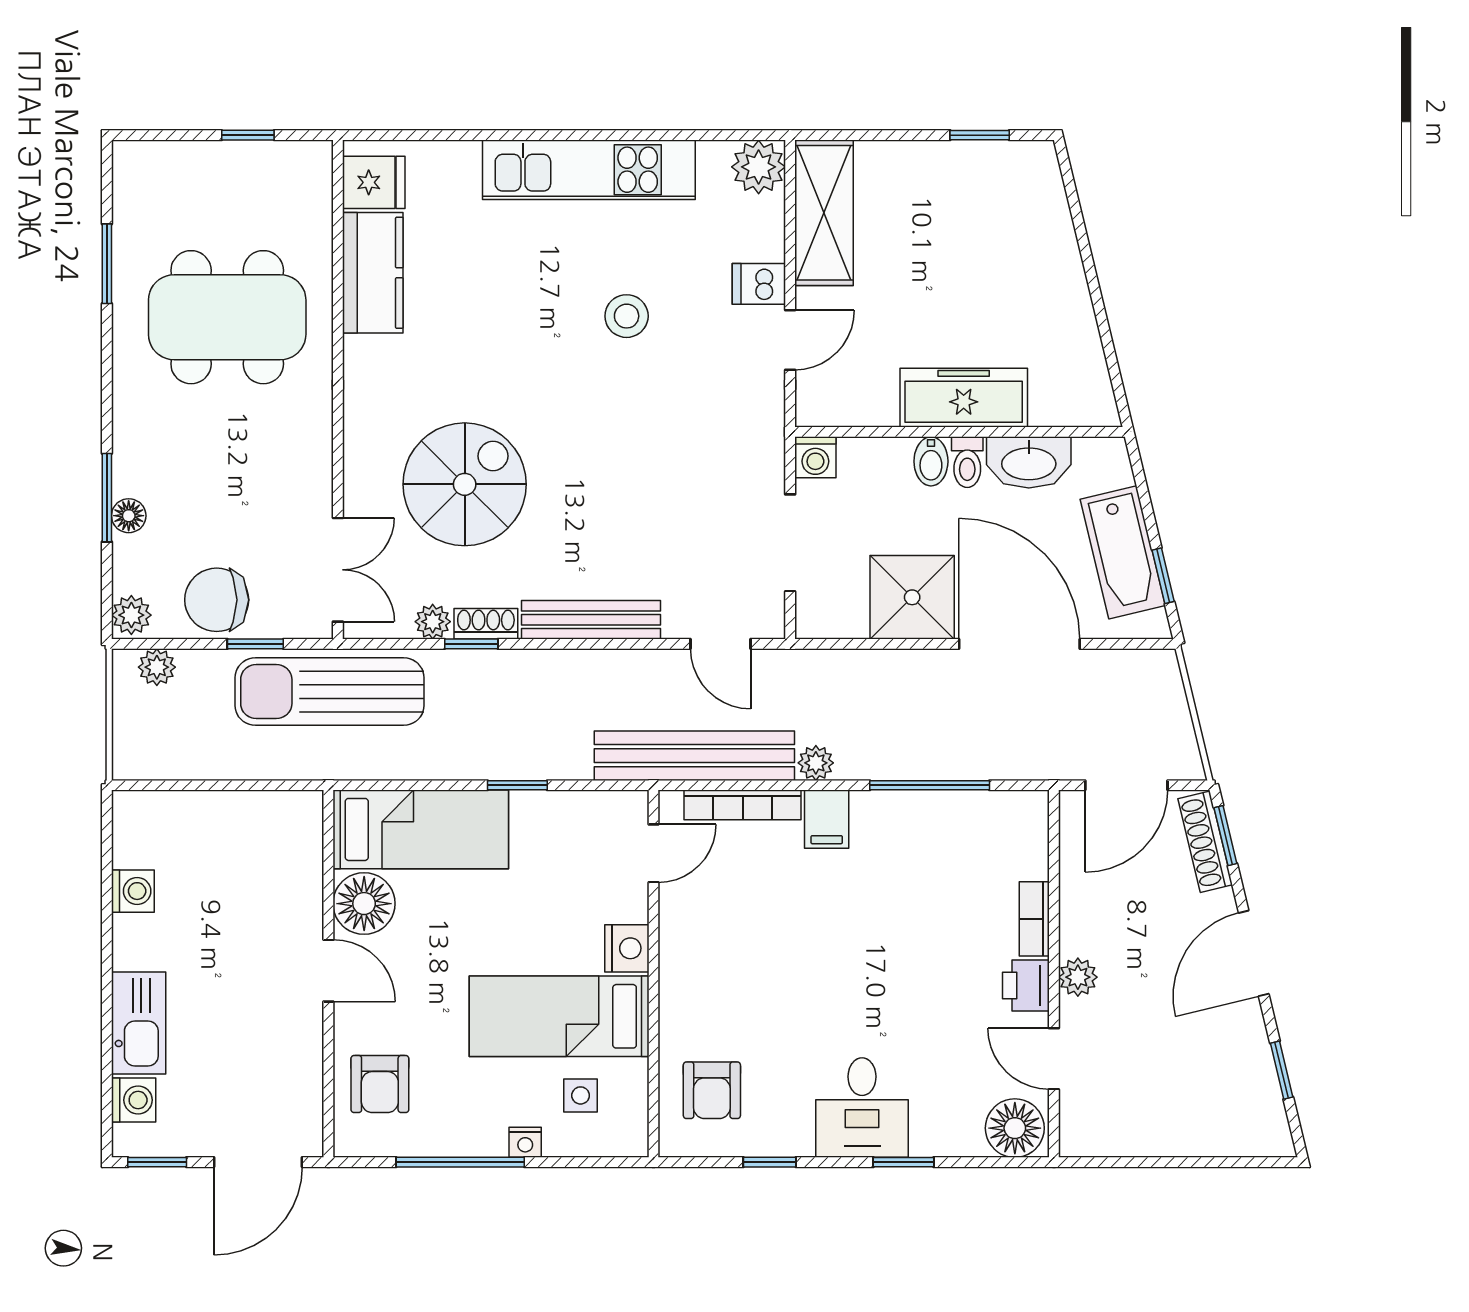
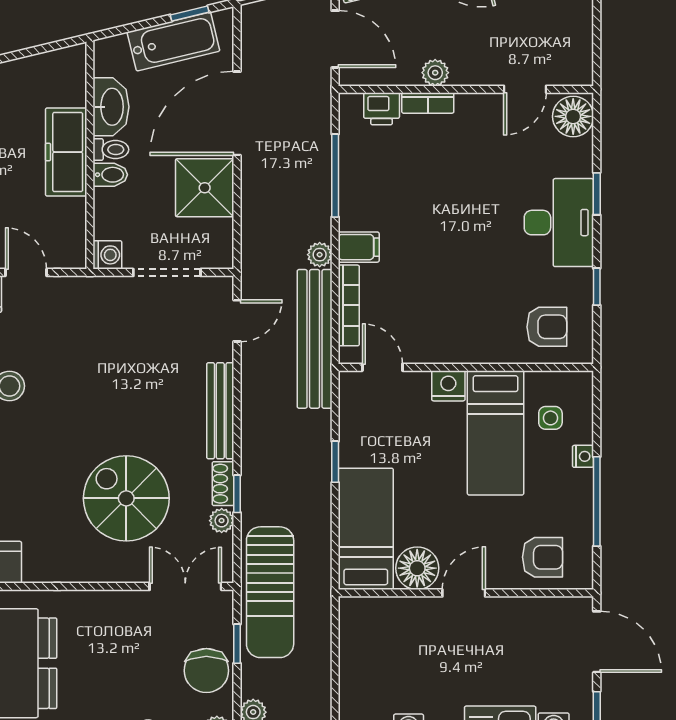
plant: (1078, 977) -> (435, 73), moved
printer: (1026, 986) -> (382, 109), moved
desk: (862, 1108) -> (559, 223), width x1.37

